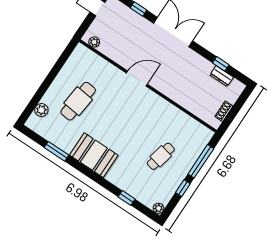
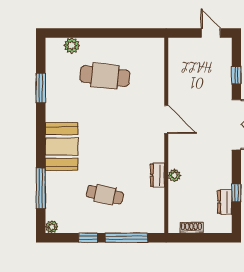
plant: (94, 42) -> (174, 175), moved
dresser: (172, 111) -> (157, 175), added
booth: (94, 155) -> (62, 147), moved
window: (127, 198) -> (41, 188), width x2.17

